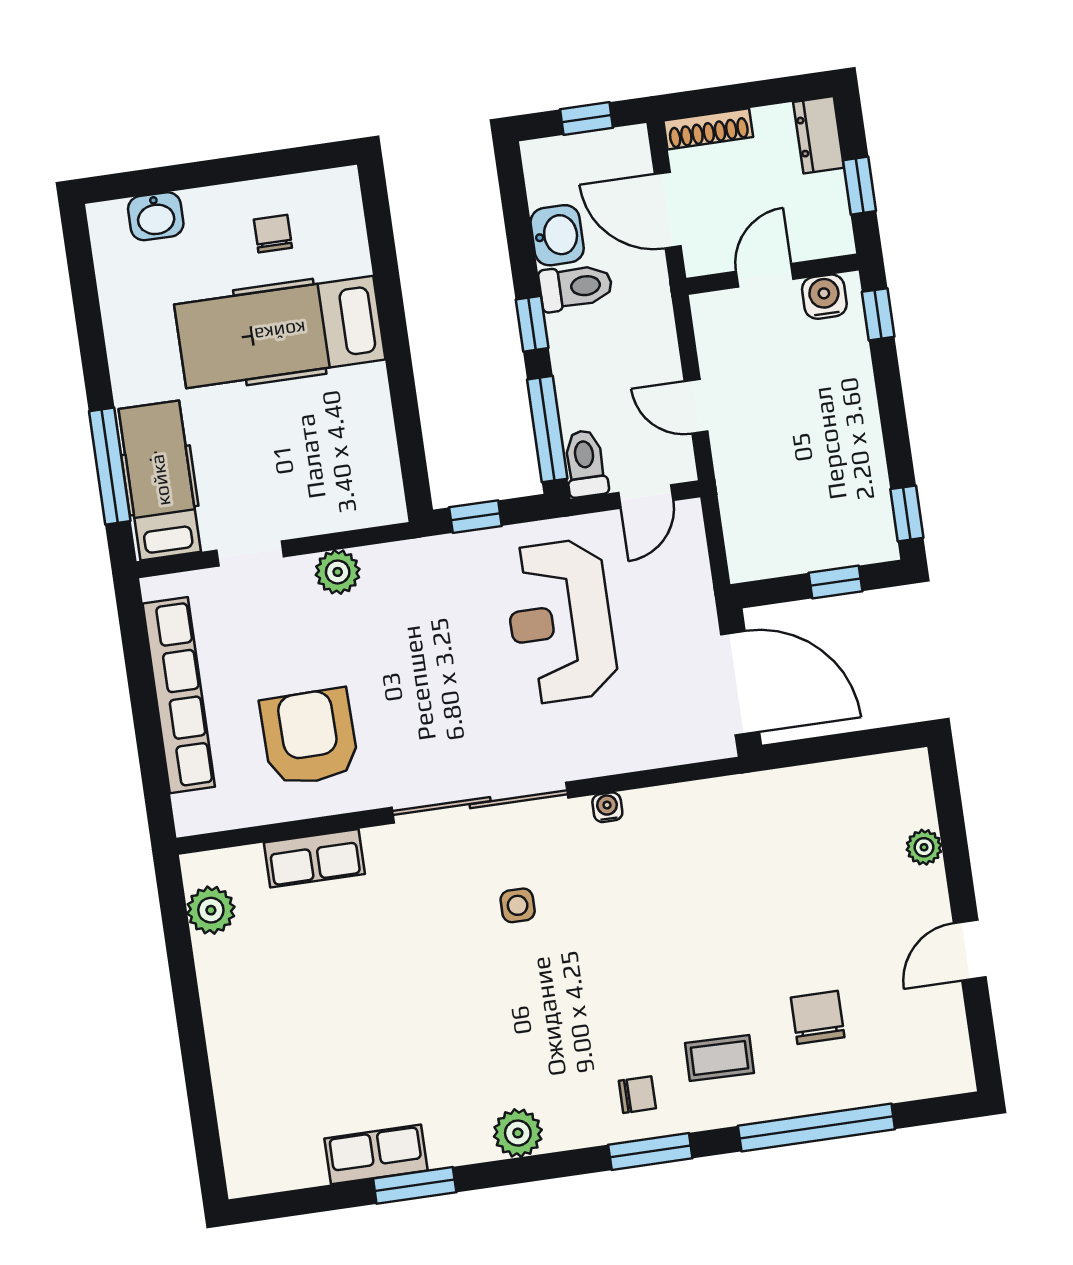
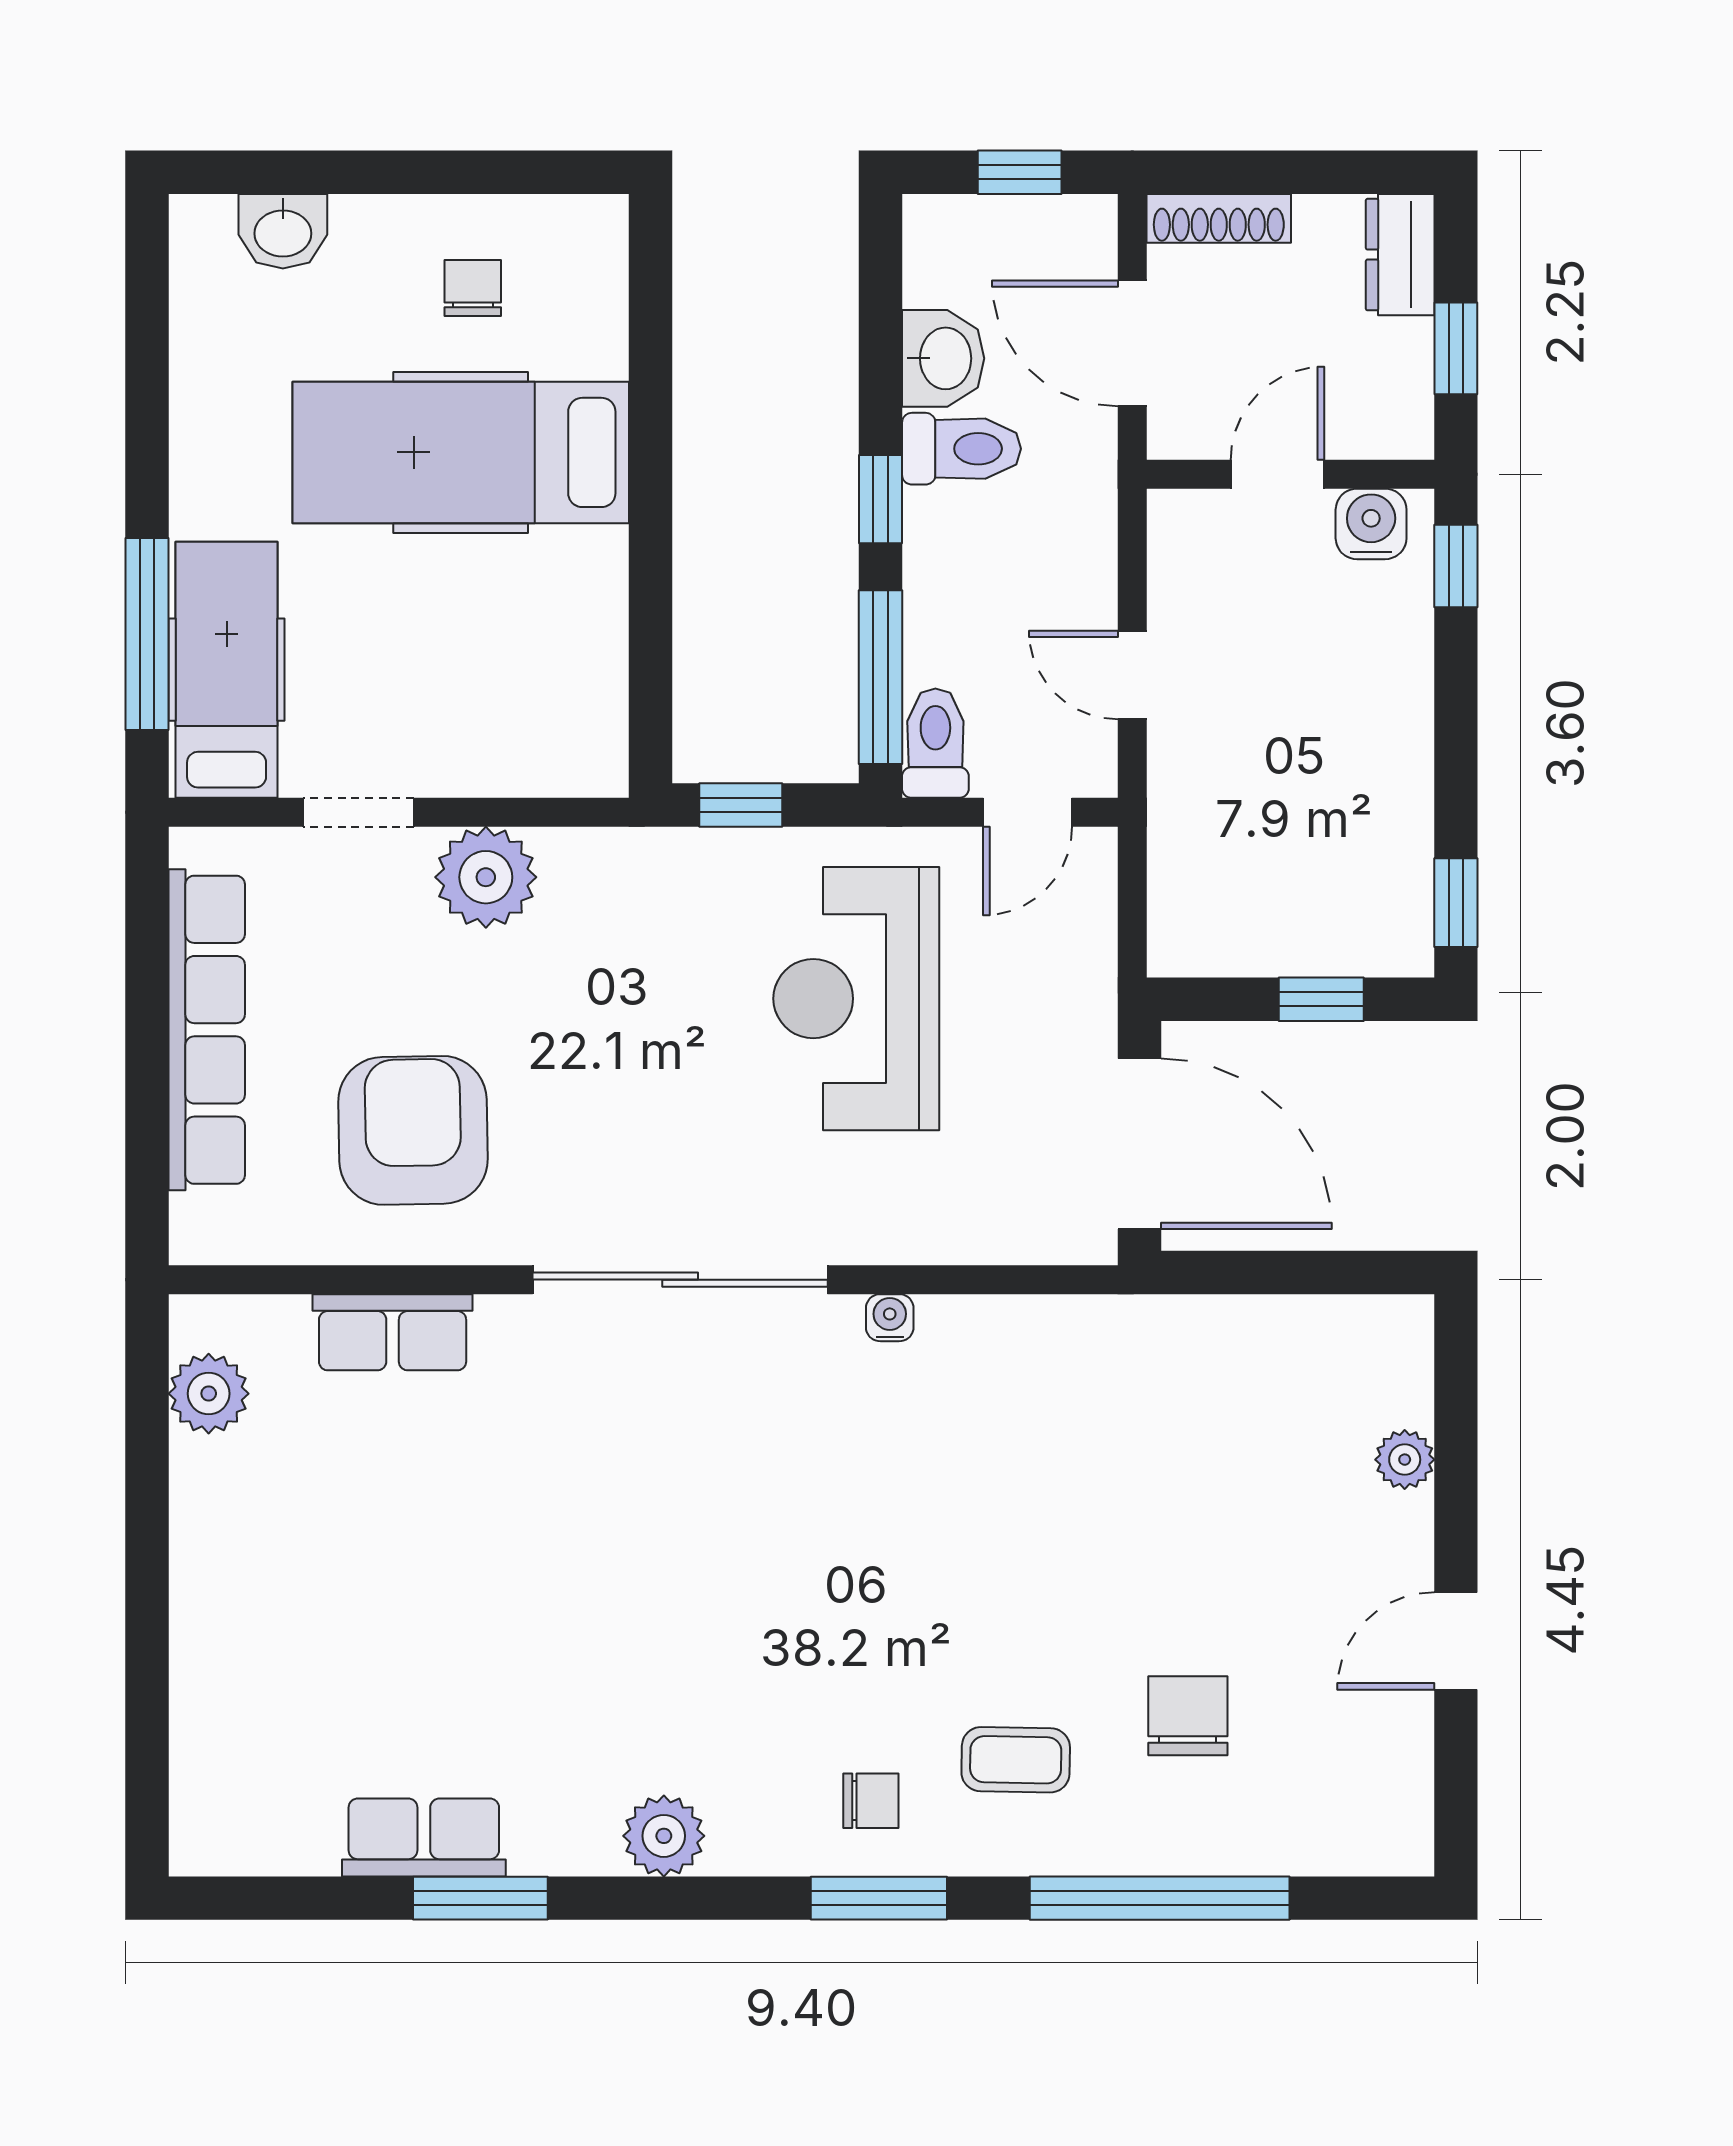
plant: (338, 572) -> (486, 877), width x1.36, depth x1.36
side table: (518, 905) -> (718, 1459), removed

